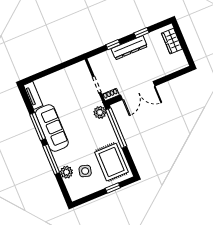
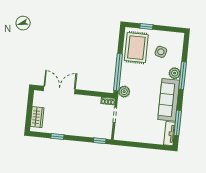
window: (113, 45) -> (100, 141), moved
dresser: (129, 48) -> (73, 130), removed
double door: (138, 90) -> (59, 90), moved
window: (38, 127) -> (178, 123), moved
plant: (66, 172) -> (175, 73), moved

